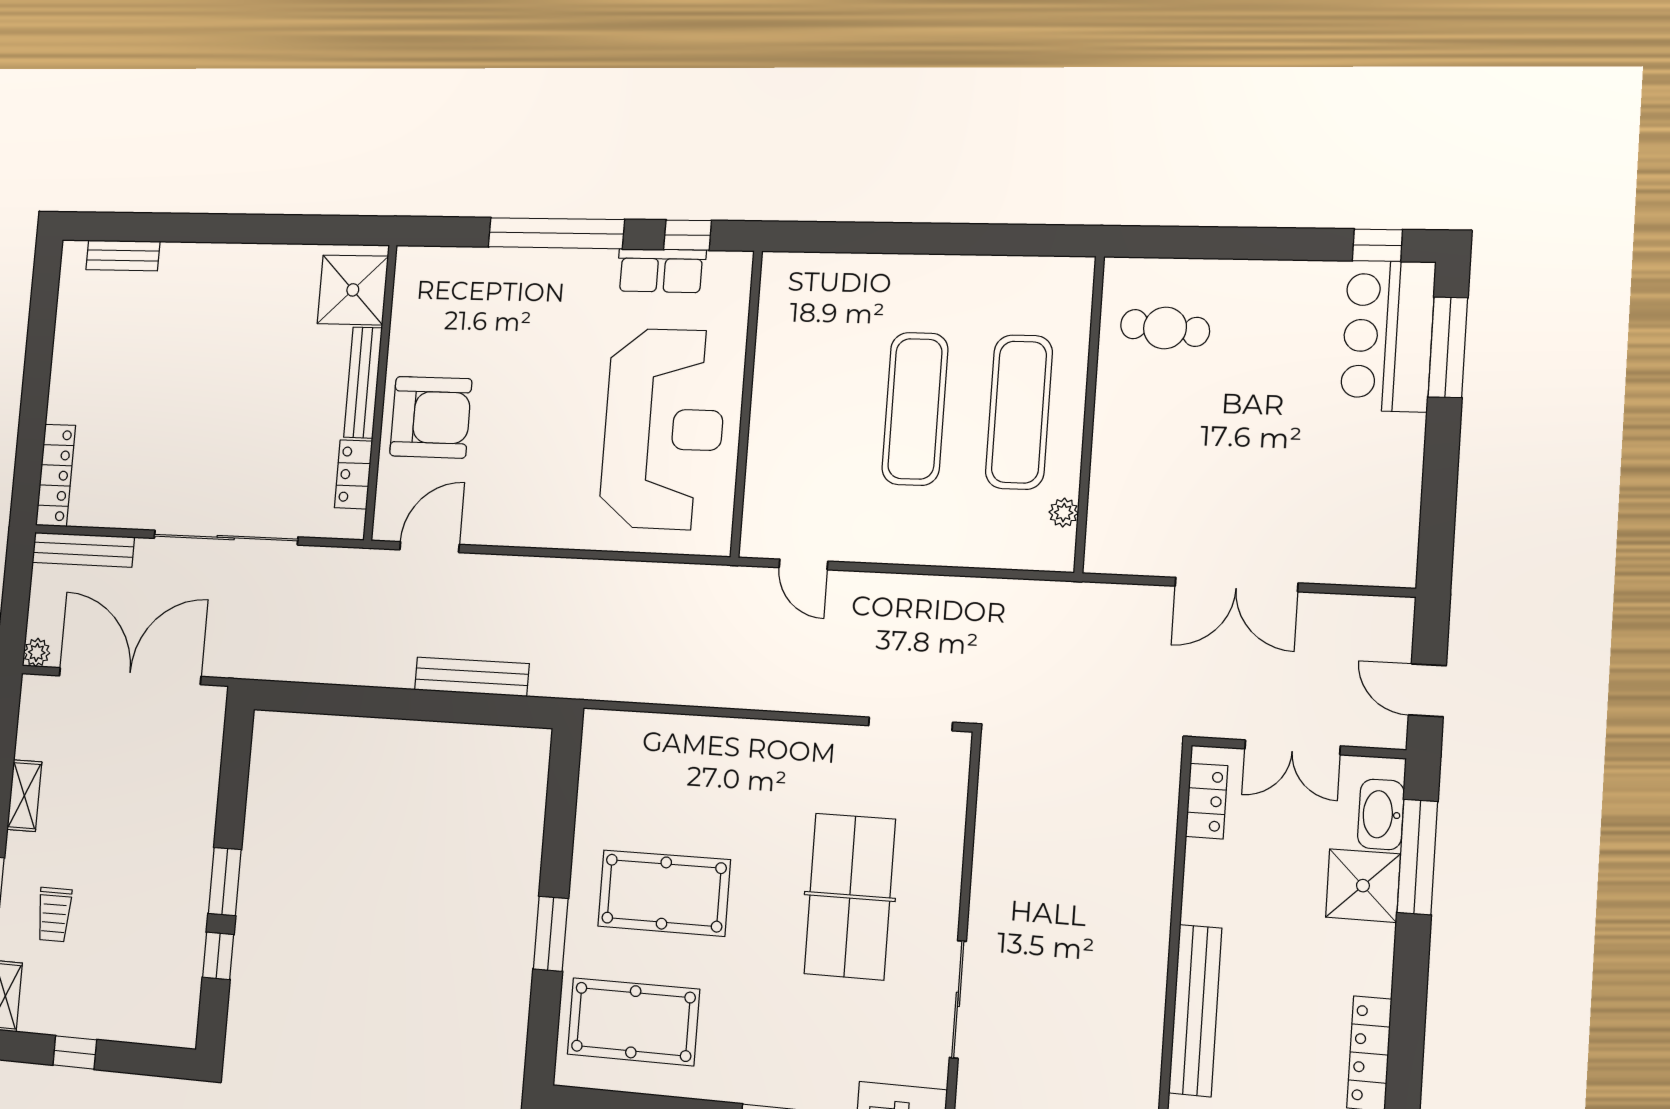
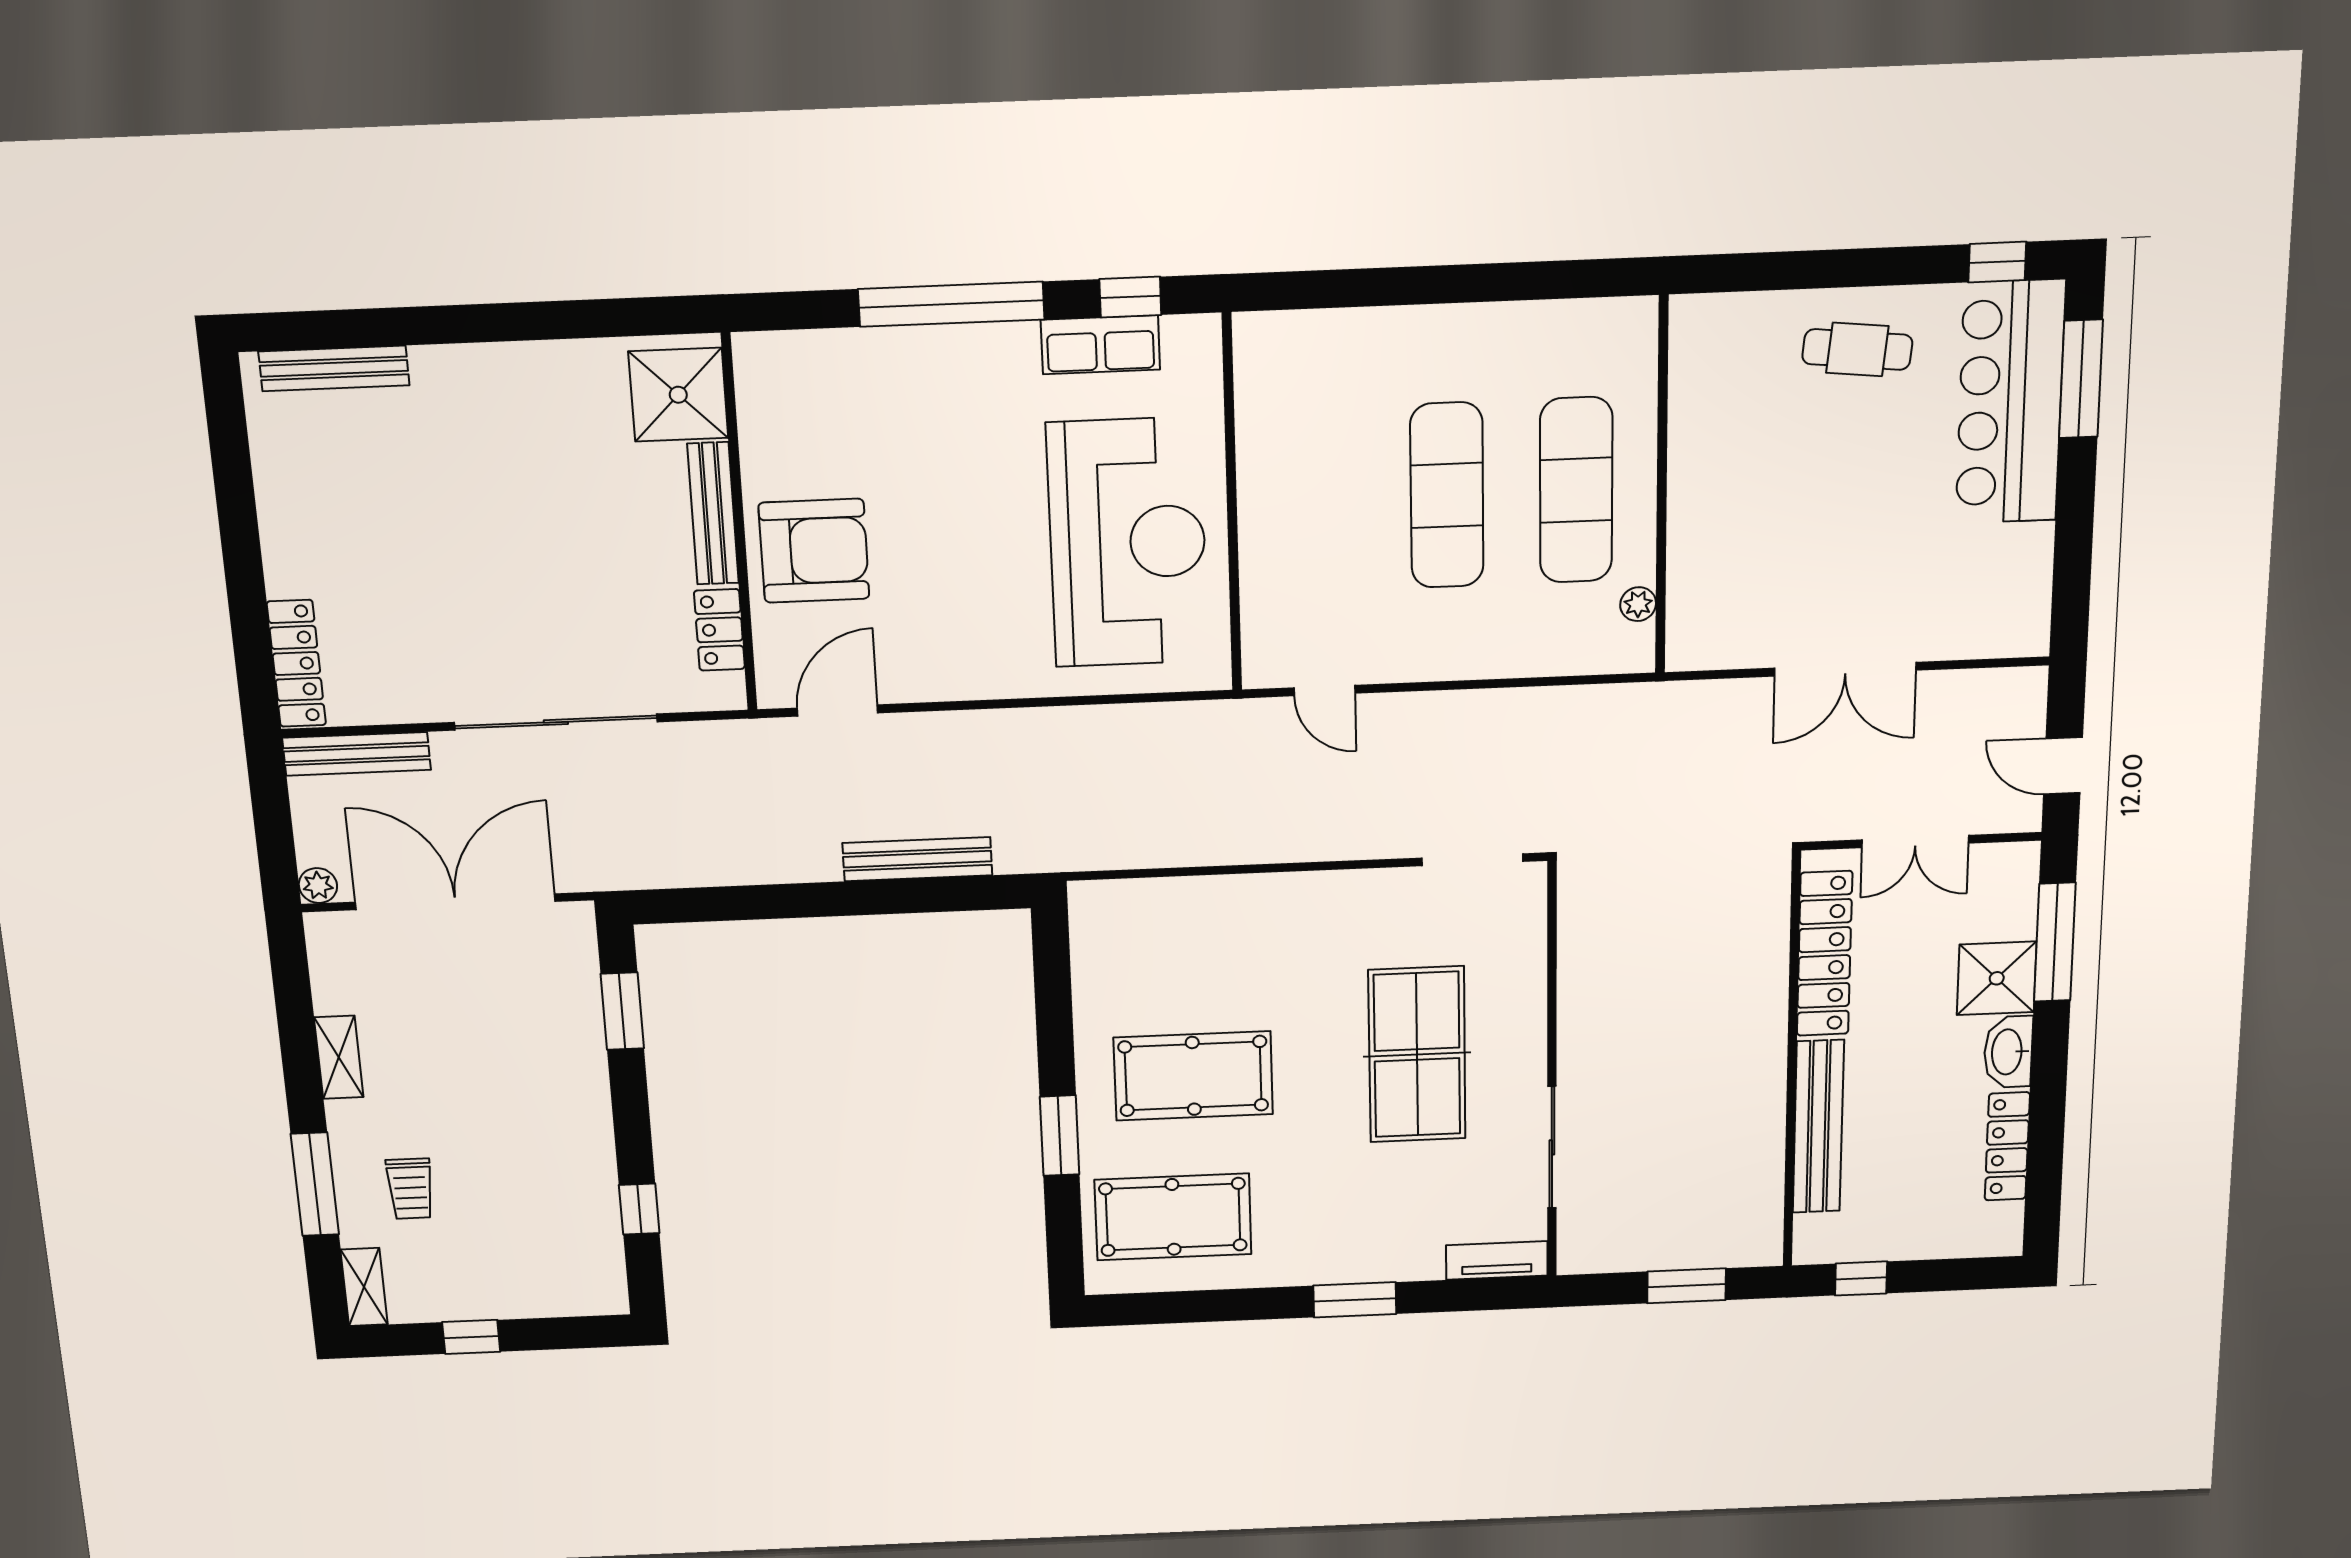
bench: (123, 255) -> (334, 368), width x1.36
cafe table: (1165, 328) -> (1857, 349), moved
bar counter: (1388, 336) -> (2010, 402), width x1.36
locker: (1207, 801) -> (1825, 954), width x2.16, depth x1.21
washbasin: (1381, 814) -> (2008, 1052), moved
window: (225, 882) -> (622, 1011), moved

